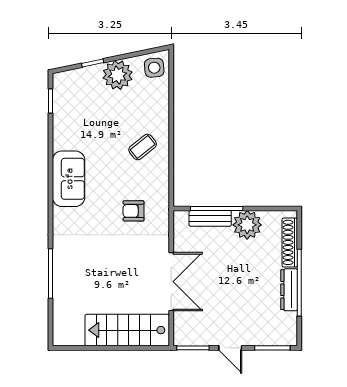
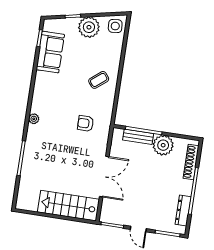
sofa: (69, 179) -> (50, 52), moved
plant: (60, 216) -> (34, 119), added
dresser: (289, 290) -> (183, 211), moved

